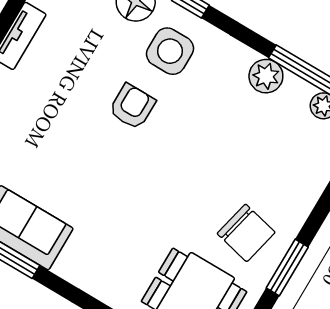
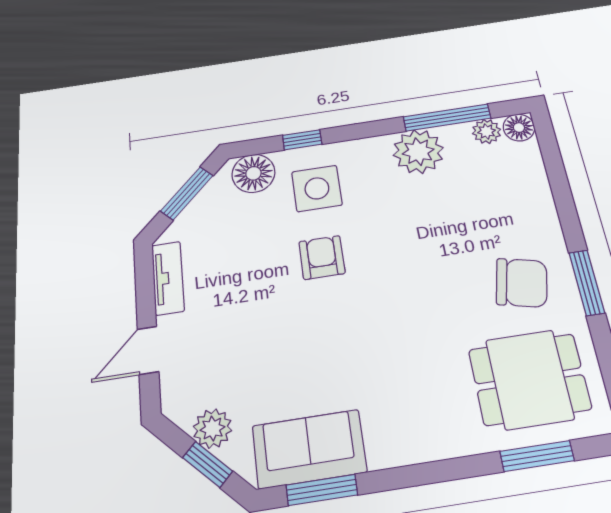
plant: (266, 76) -> (418, 152), width x1.36, depth x1.36

